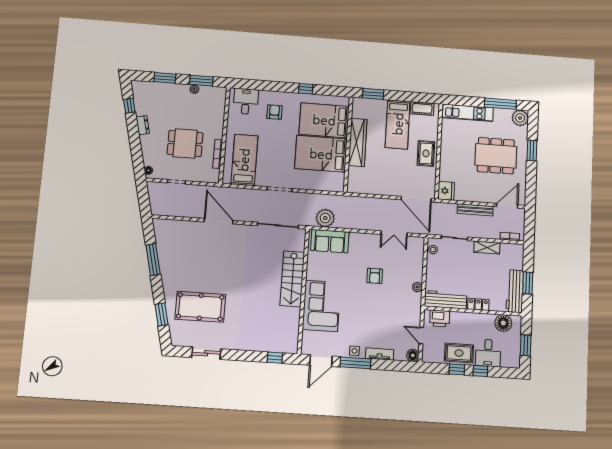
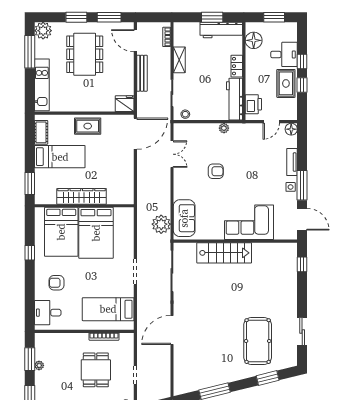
window: (531, 182) -> (109, 17), added

